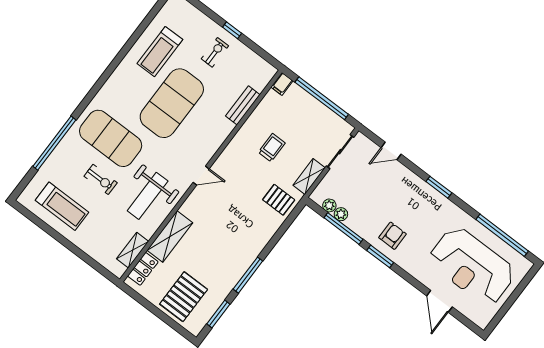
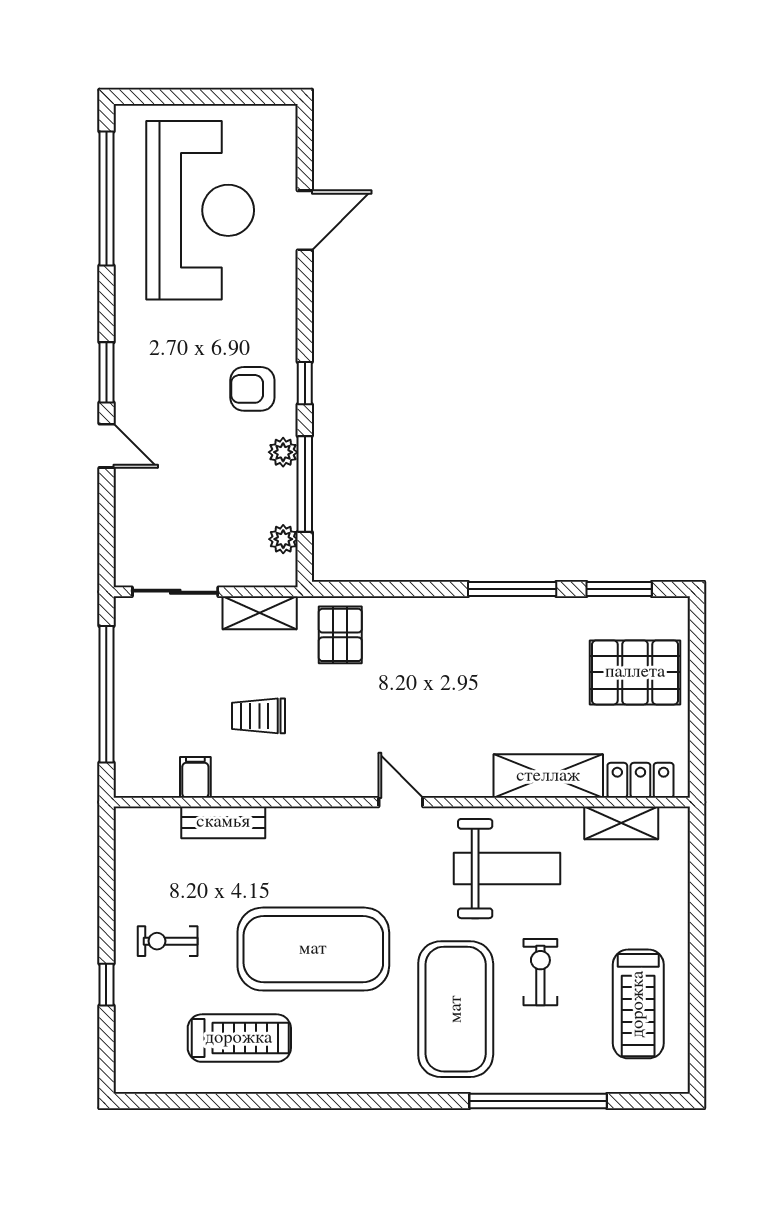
window: (232, 30) -> (106, 985), moved
filing cabinet: (282, 84) -> (195, 777), moved, turned -90
door: (391, 151) -> (106, 446), moved
treadmill: (62, 206) -> (638, 1004), turned 180
plant: (341, 214) -> (283, 452), moved
window: (380, 256) -> (305, 383), width x0.67

